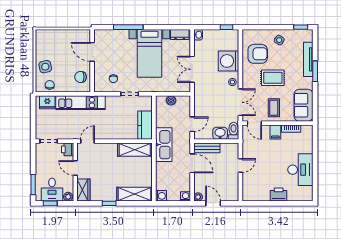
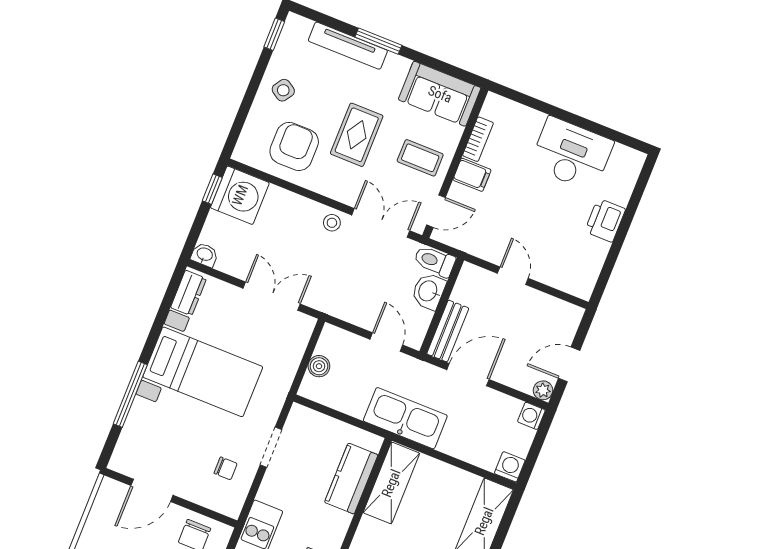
washing machine: (229, 61) -> (240, 195), moved, turned -90
double door: (192, 69) -> (272, 296), swing flipped
kitchen counter: (145, 125) -> (351, 479), moved, turned 90

